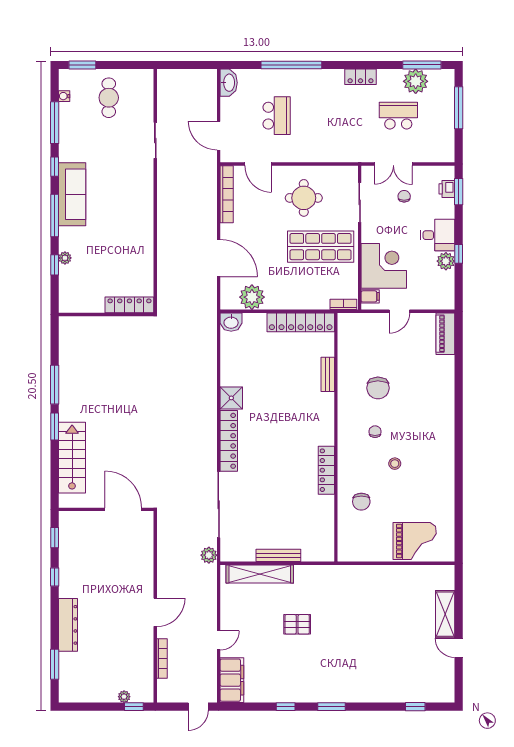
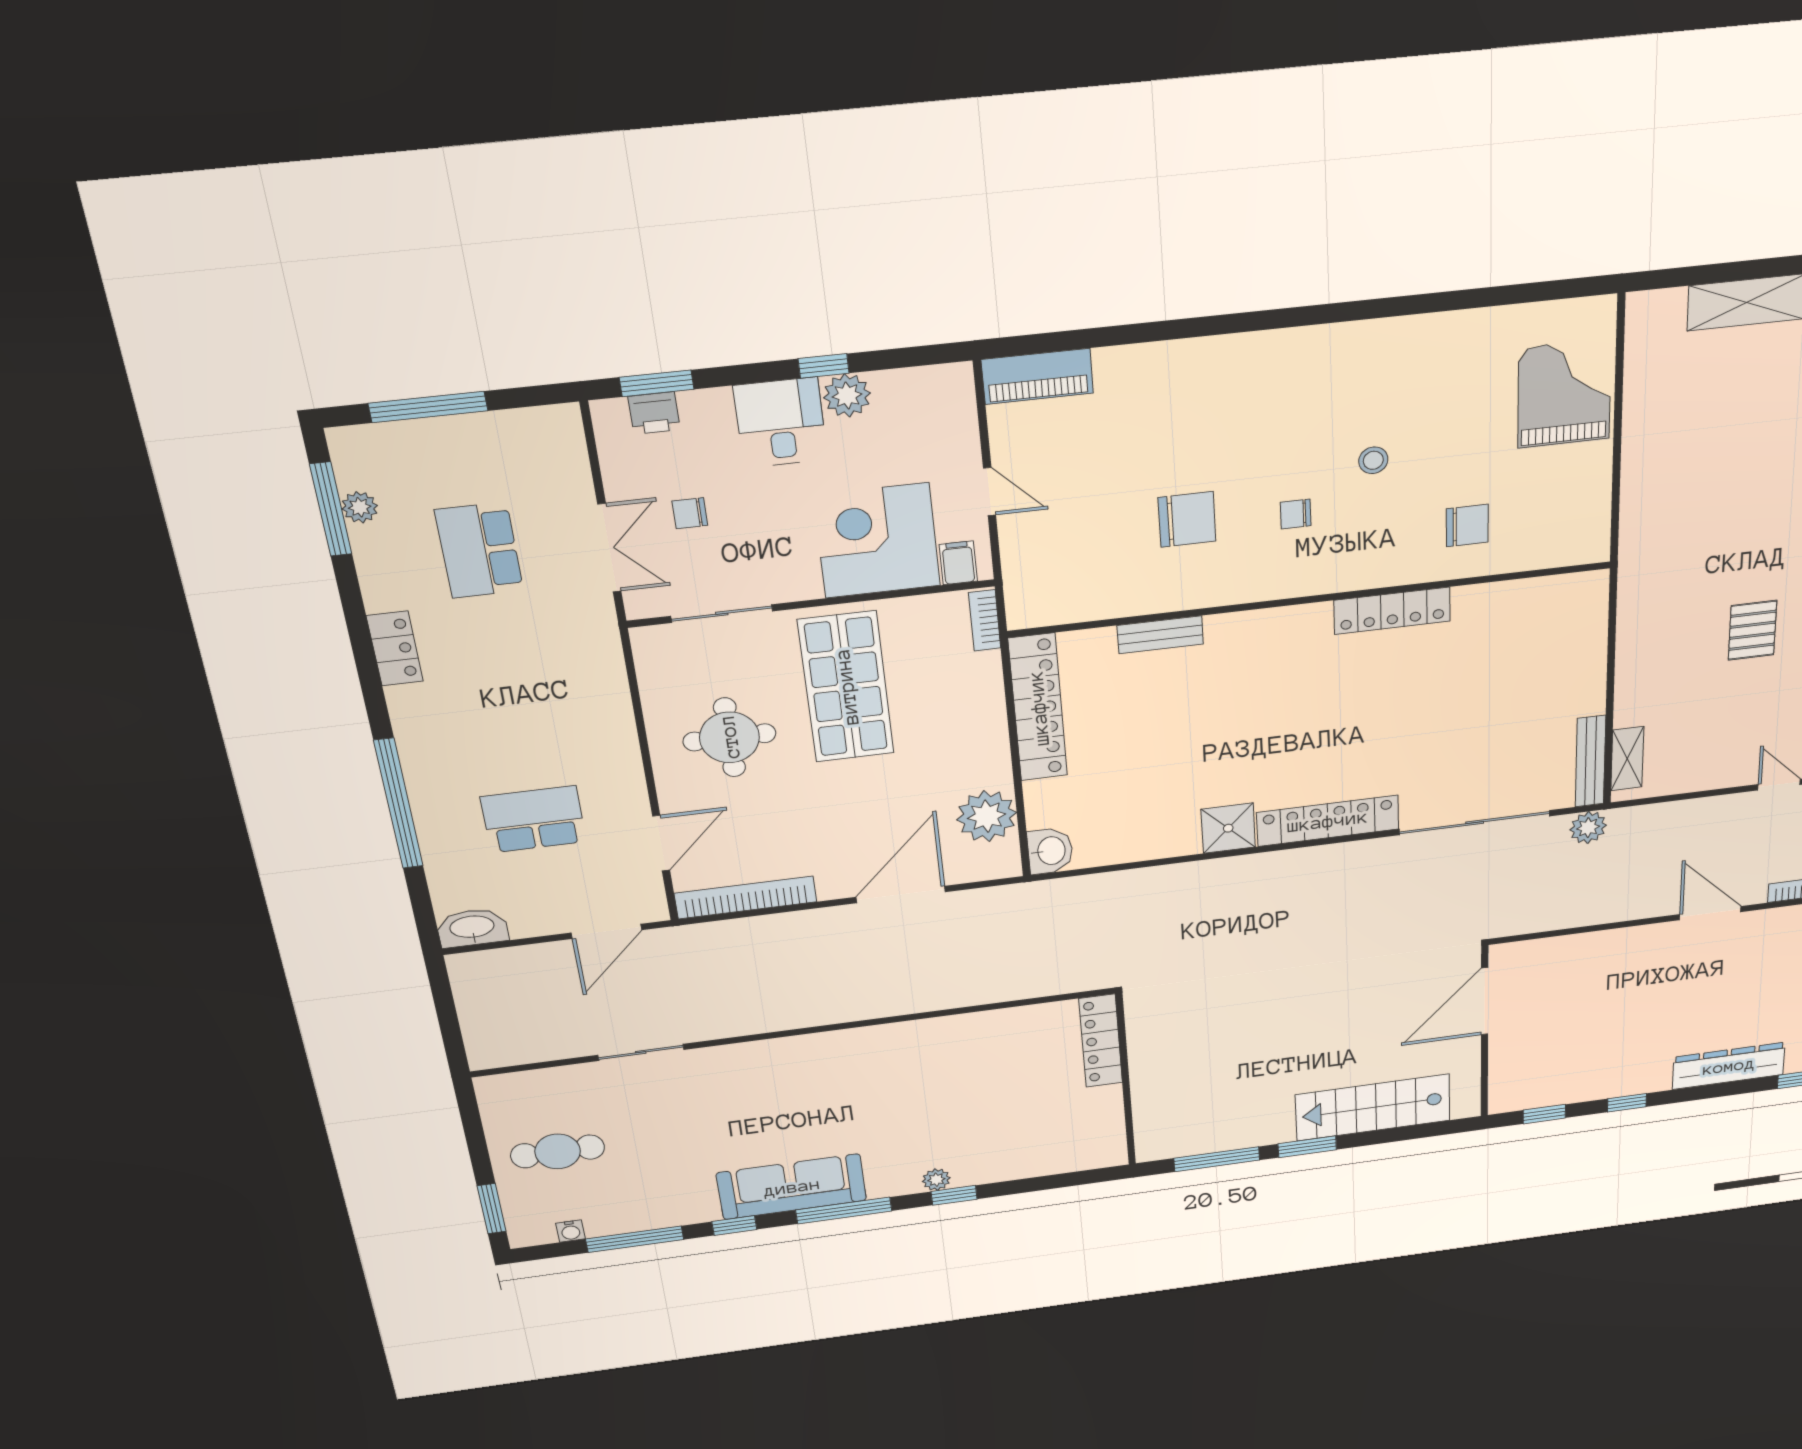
plant: (416, 81) -> (360, 507), width x0.53, depth x0.53
locker: (129, 305) -> (1101, 1041), moved
wall: (106, 314) -> (1126, 1080), moved
bench: (278, 555) -> (1590, 761), moved
shelving: (260, 574) -> (1627, 759), width x0.45, depth x0.75

